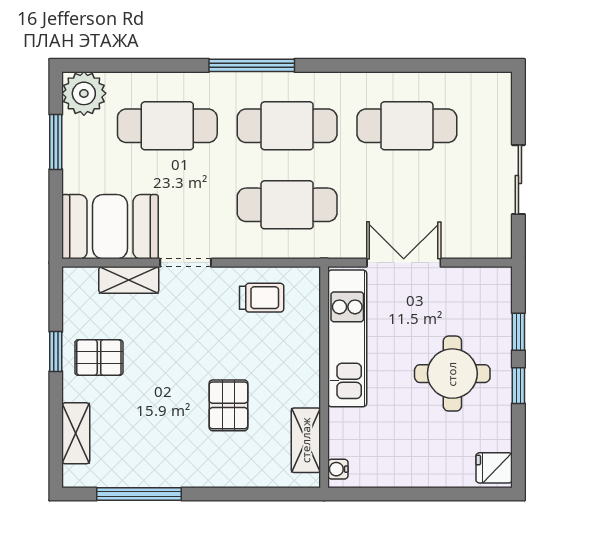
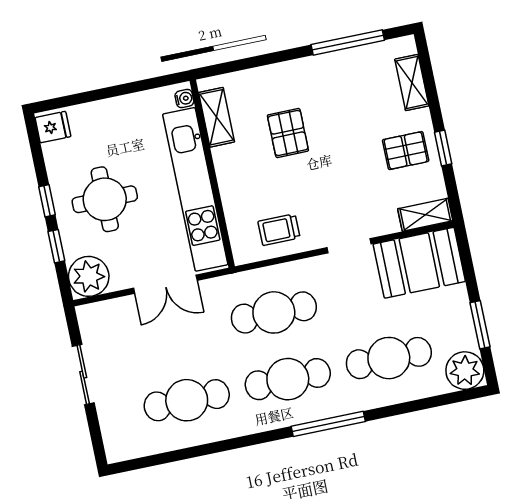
shelving: (129, 280) -> (425, 215), moved
plant: (489, 290) -> (89, 276), added
kitchen unit: (347, 338) -> (195, 189), width x1.36

